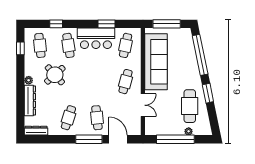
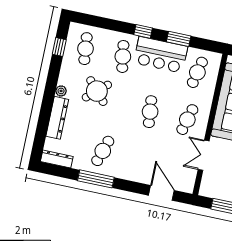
window: (56, 24) -> (143, 31), moved
double door: (143, 105) -> (204, 155), swing flipped
cafe table: (97, 118) -> (150, 112), moved
window: (89, 139) -> (96, 179), moved

